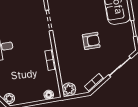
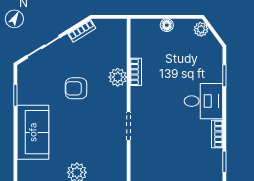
plant: (69, 89) -> (118, 77), moved
floor lamp: (49, 95) -> (167, 25), moved

